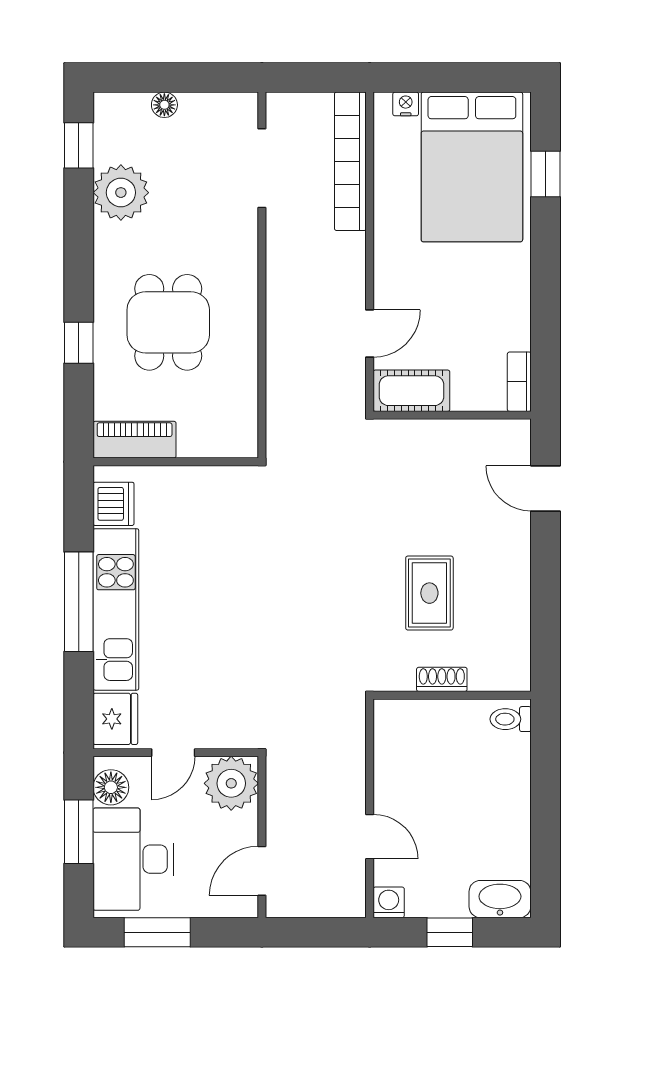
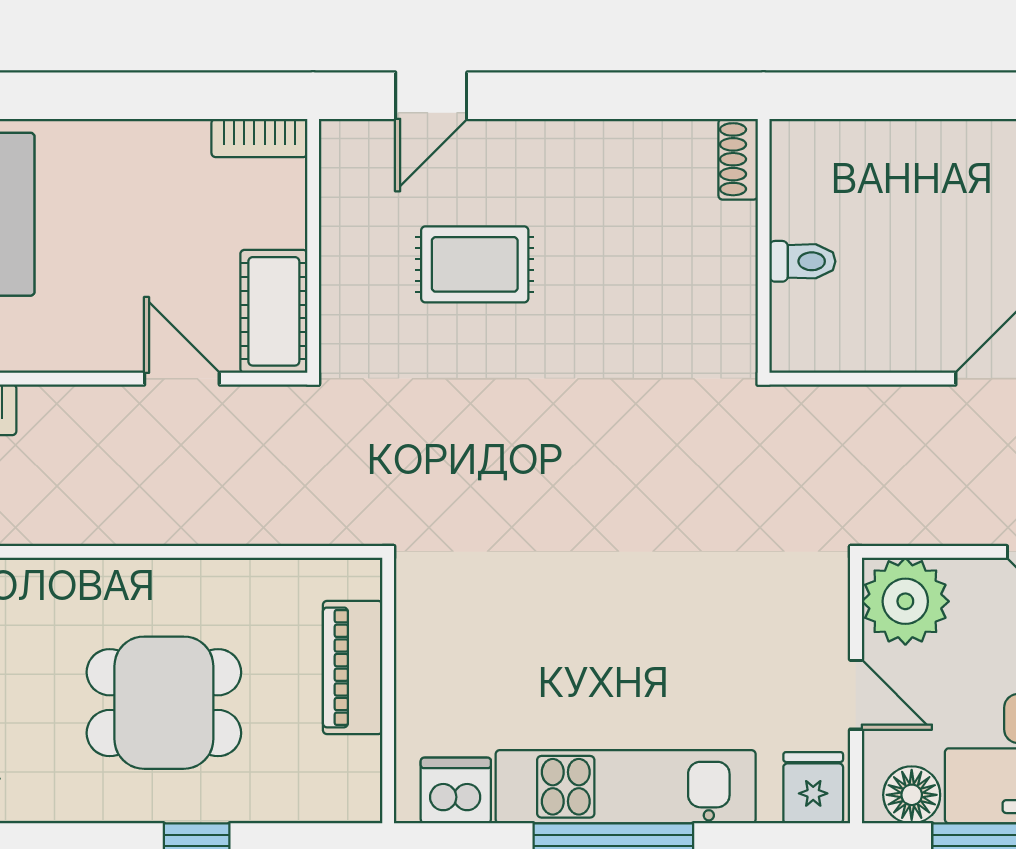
piano: (135, 440) -> (353, 667), moved
rug: (429, 593) -> (475, 264), moved
shoe rack: (442, 679) -> (738, 159), moved
fridge: (115, 719) -> (813, 788), width x0.72
toilet: (511, 719) -> (802, 261), moved, turned -90

